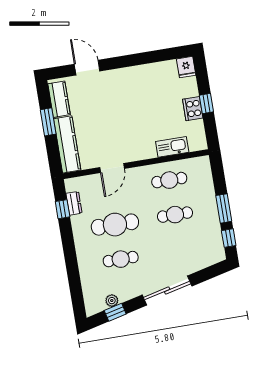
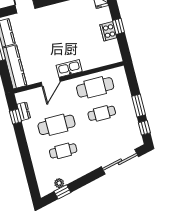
kitchen sink: (172, 147) -> (69, 68), moved
cafe table: (169, 180) -> (95, 87), width x1.37, depth x1.35
sliding door: (167, 291) -> (120, 162), moved

